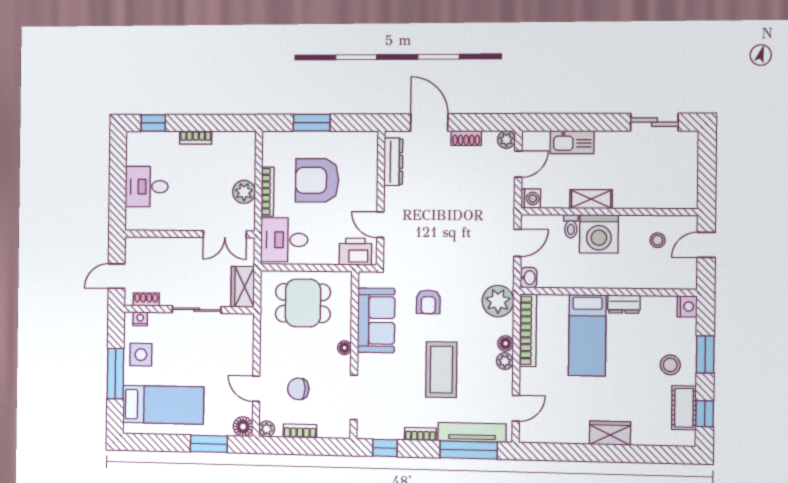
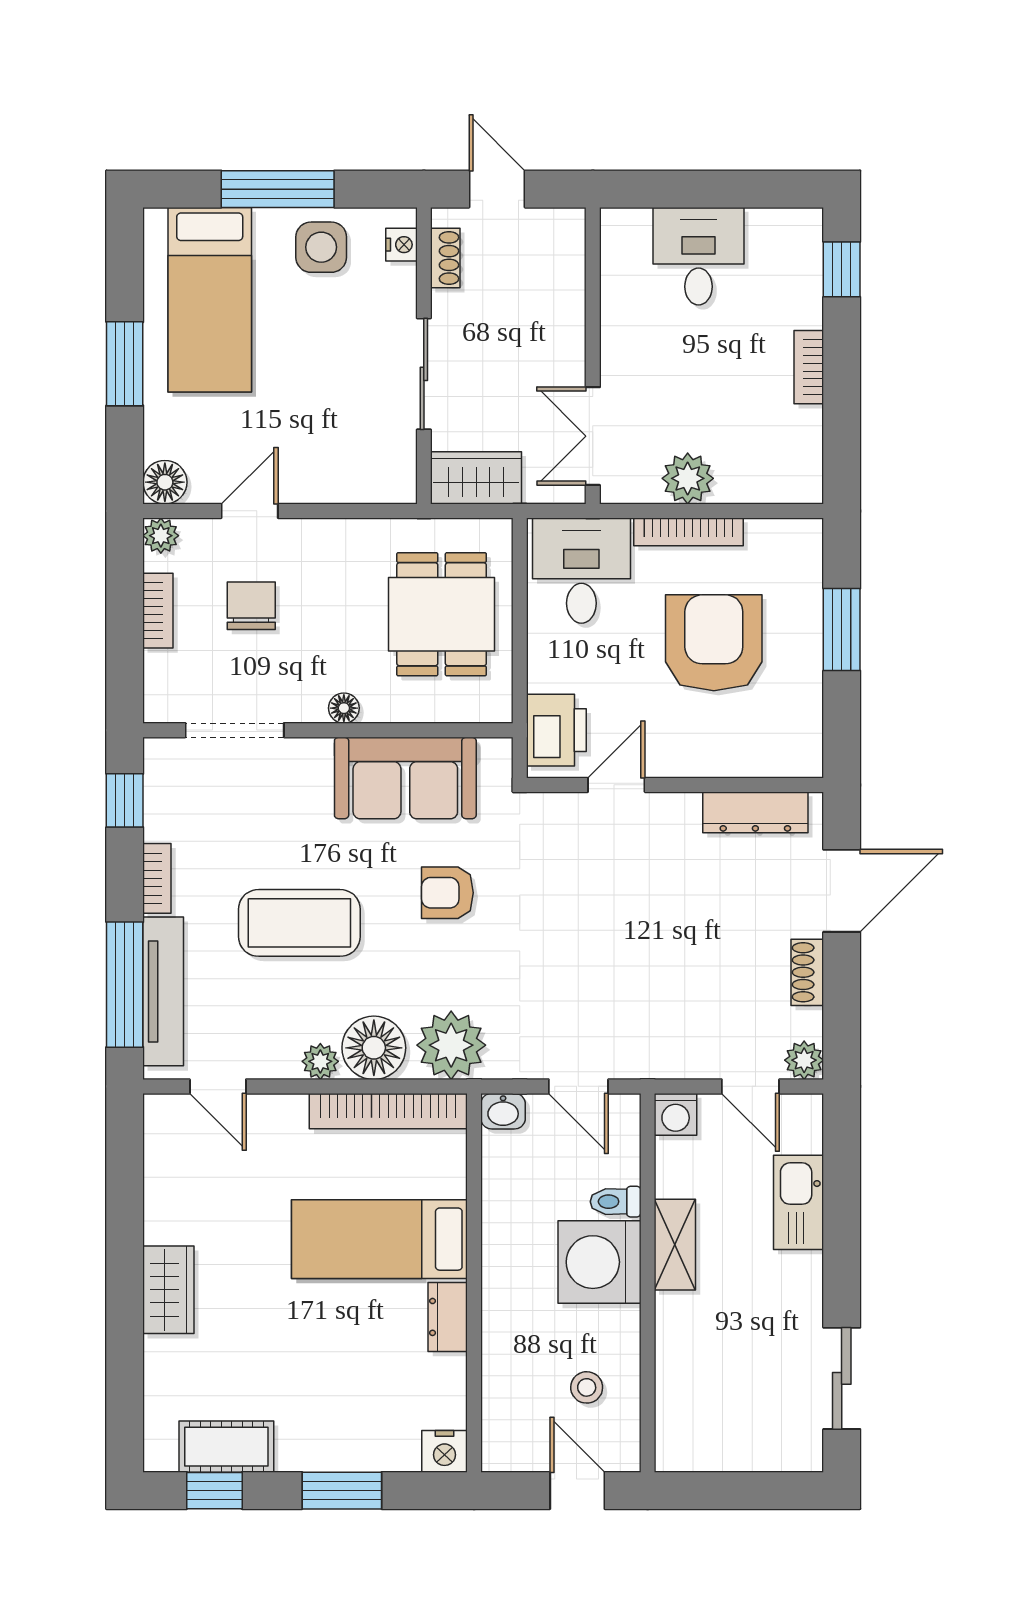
floor lamp: (506, 343) -> (374, 1048), width x1.89, depth x1.89
stool: (670, 365) -> (318, 1417), removed
window: (209, 444) -> (125, 364), moved

